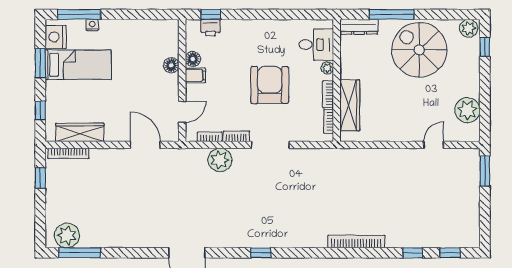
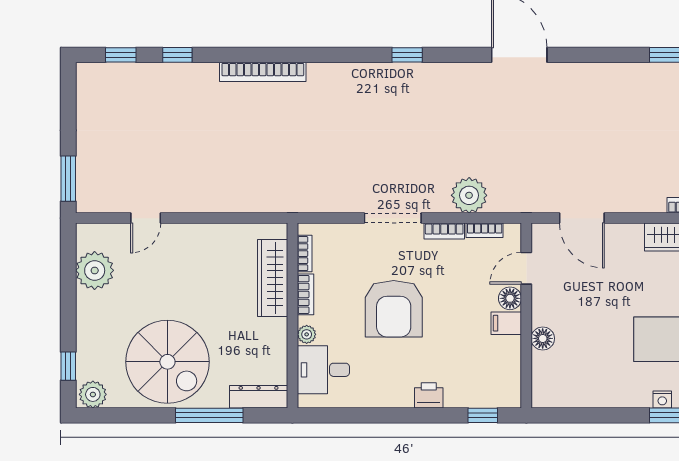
printer: (210, 28) -> (429, 395), moved
floor lamp: (193, 59) -> (510, 298), moved

